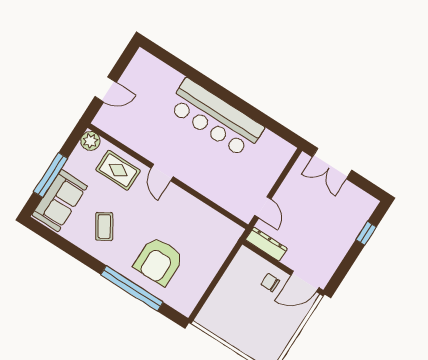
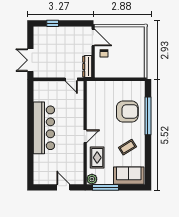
double door: (332, 164) -> (30, 60), swing flipped
window: (51, 175) -> (105, 187), moved
door: (263, 207) -> (71, 79), swing flipped

